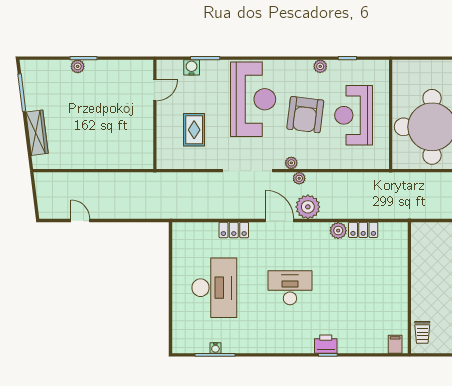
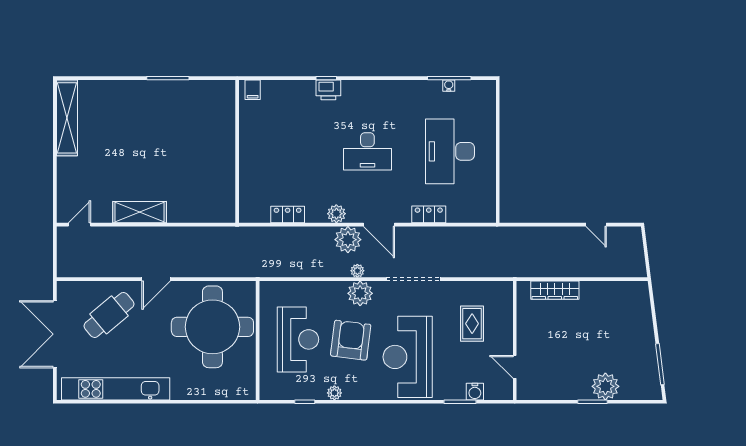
plant: (78, 66) -> (605, 386), width x1.87, depth x1.87
door: (155, 90) -> (515, 367), hinge flipped
wardrobe: (37, 133) -> (555, 290), moved, turned -83
plant: (291, 163) -> (360, 293), width x1.88, depth x1.88
plant: (338, 231) -> (336, 214), moved
trolley: (422, 332) -> (223, 103), removed

